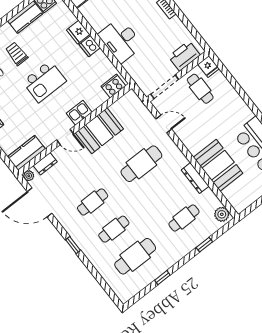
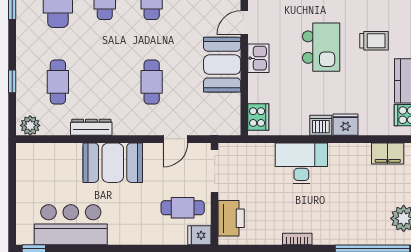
kitchen island: (44, 81) -> (321, 47), turned 180
cafe table: (141, 164) -> (152, 82), width x0.73, depth x0.74
booth: (218, 165) -> (113, 163), moved

